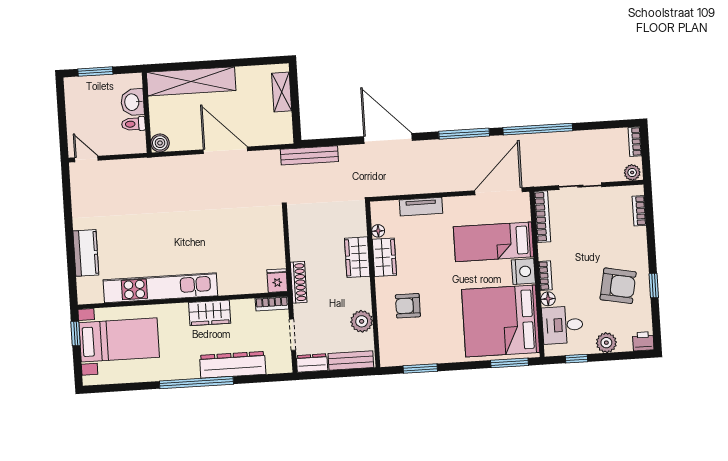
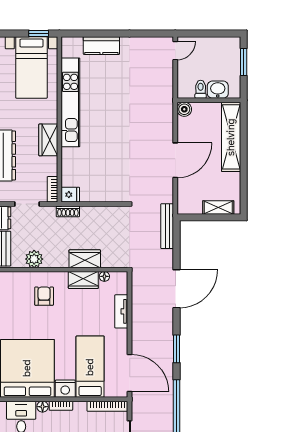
window: (464, 134) -> (177, 349), width x0.69
shoe rack: (299, 282) -> (68, 211), width x0.70

